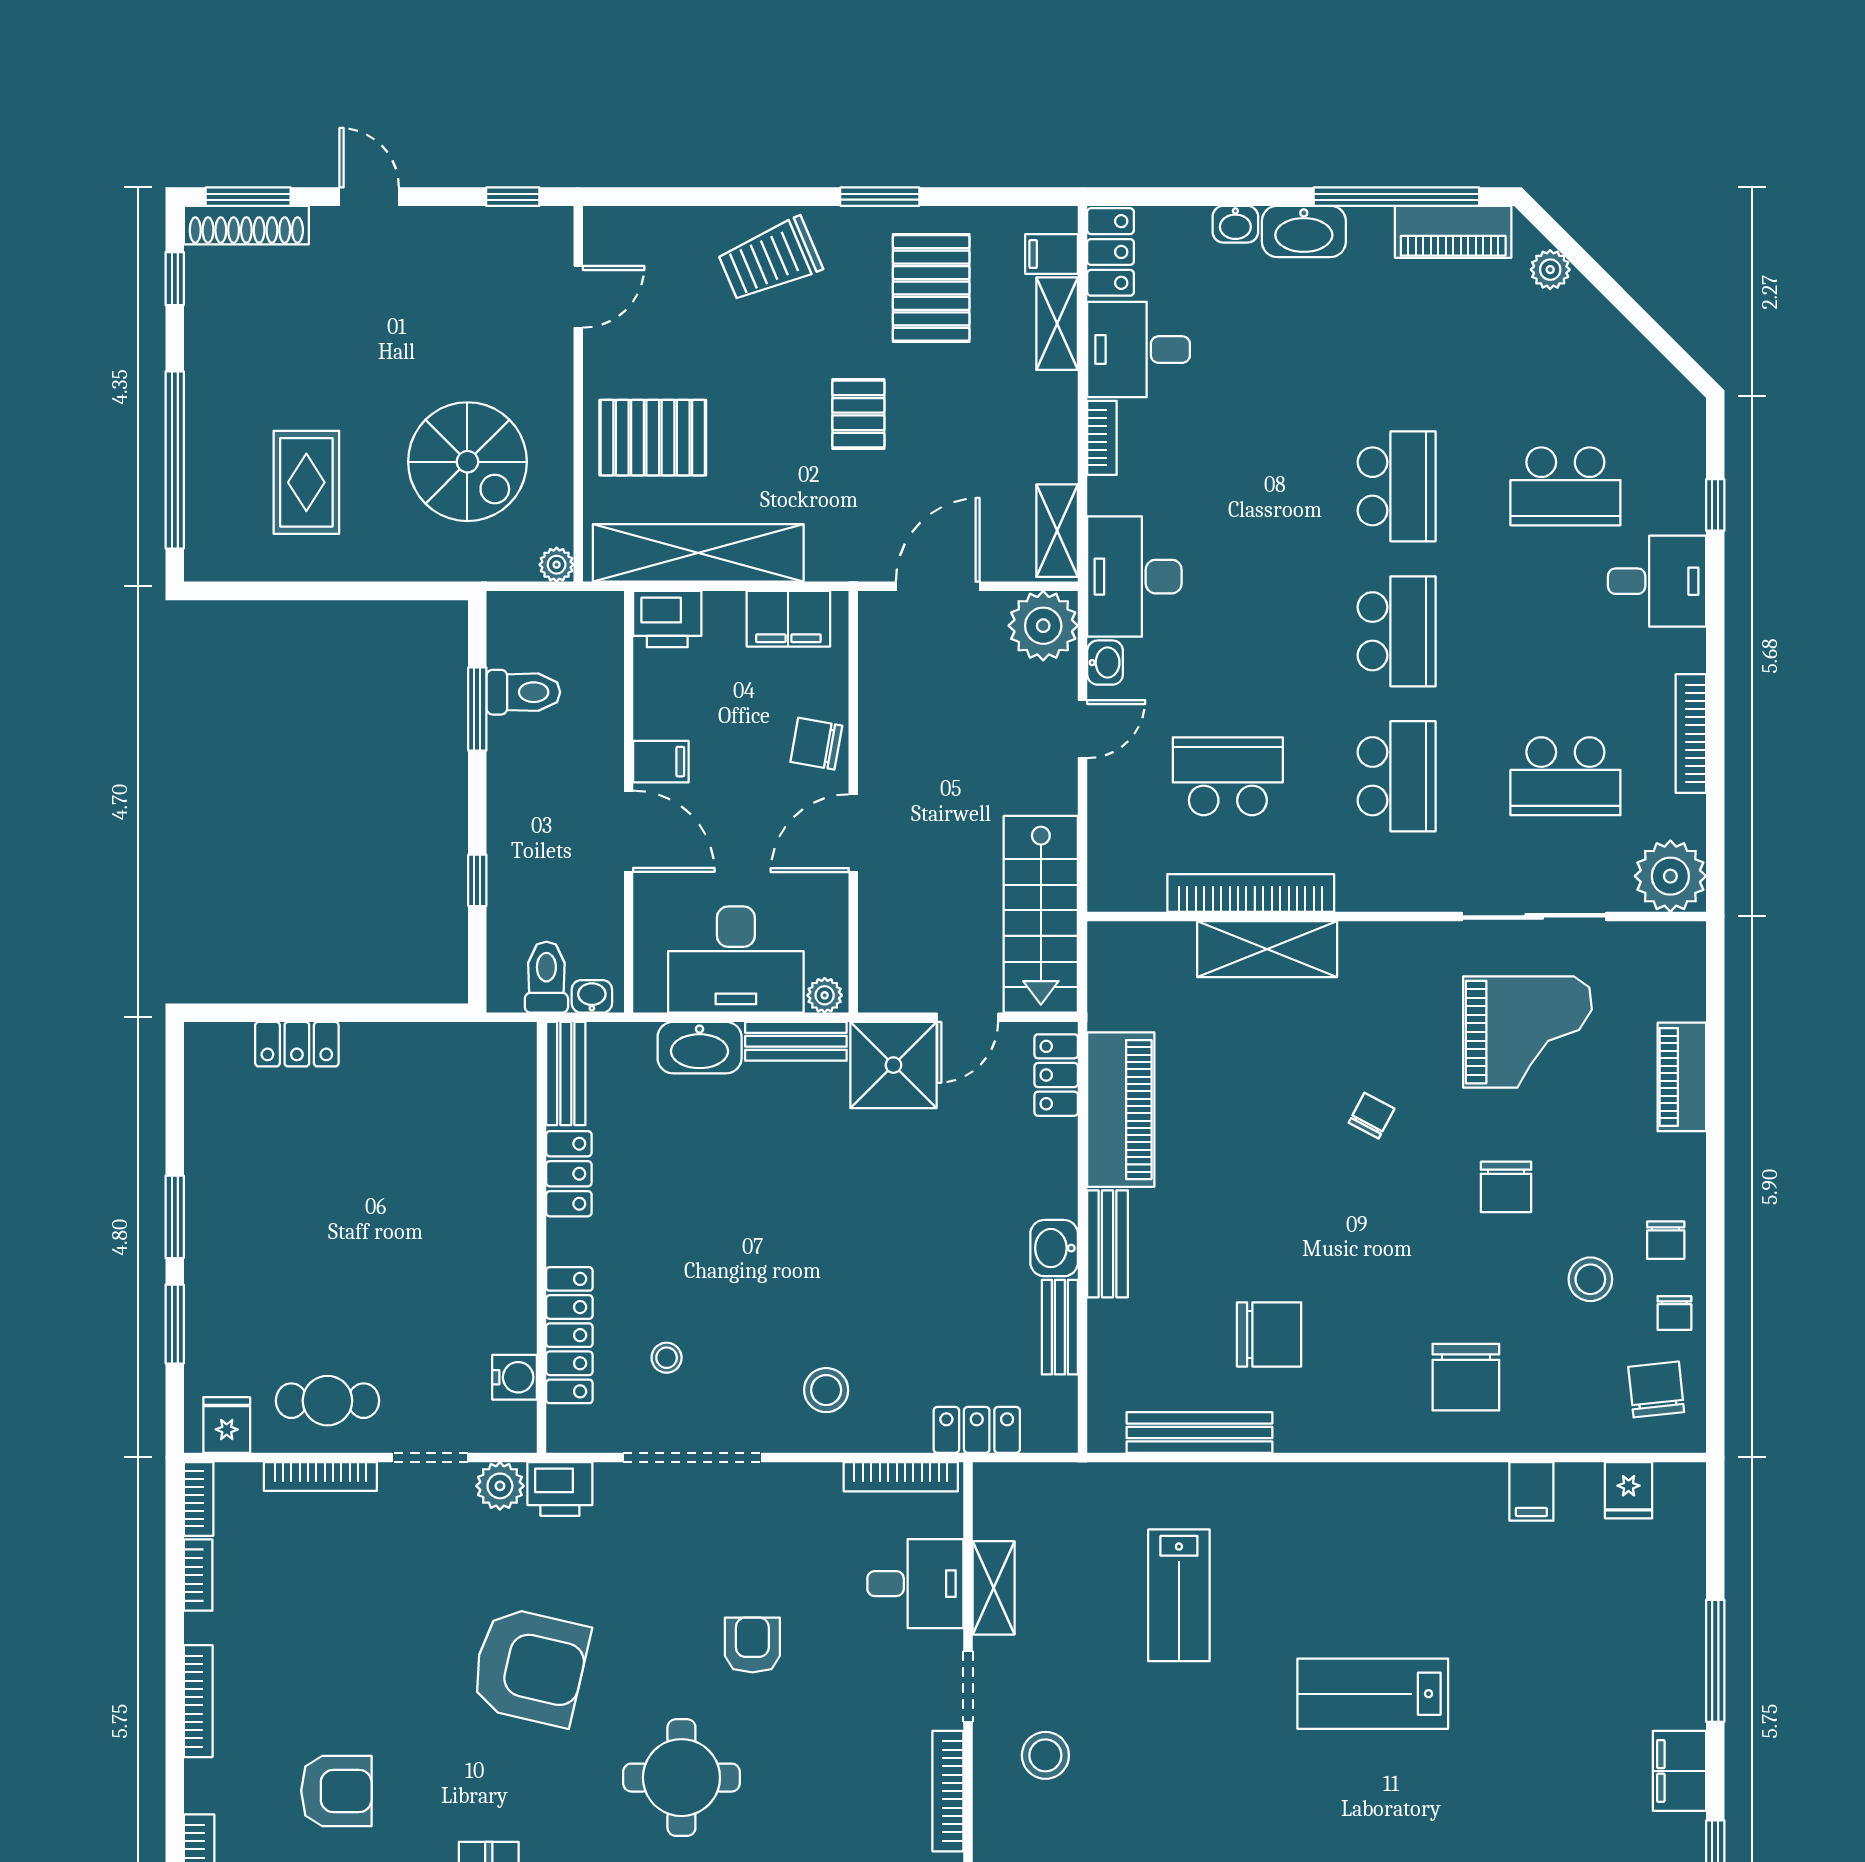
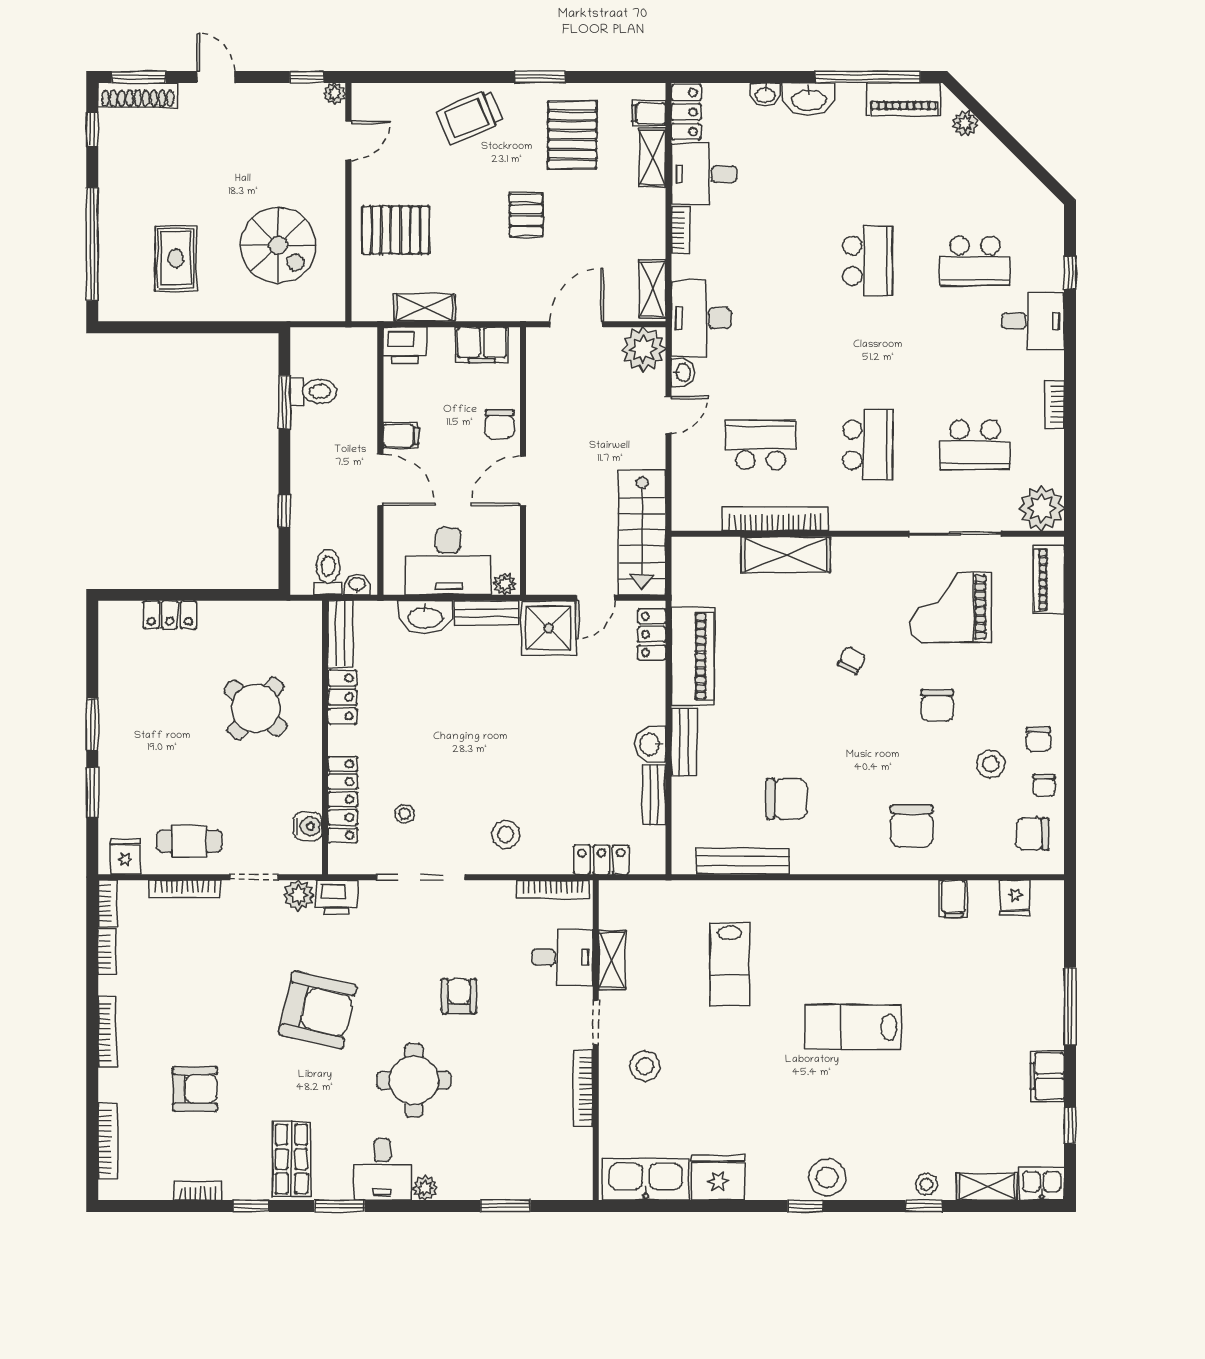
shelving: (698, 553) -> (425, 308), width x0.45, depth x0.75
plant: (557, 565) -> (335, 94), moved
school desk: (1397, 631) -> (868, 353), removed
bookcase: (1691, 734) -> (1055, 404), width x0.64
chair: (816, 744) -> (499, 424), turned -100
grand piano: (1528, 1032) -> (951, 607), turned 180
piano: (1682, 1077) -> (1049, 580), moved
round table: (432, 1191) -> (256, 708), added
chair: (1656, 1389) -> (1033, 834), turned -84

